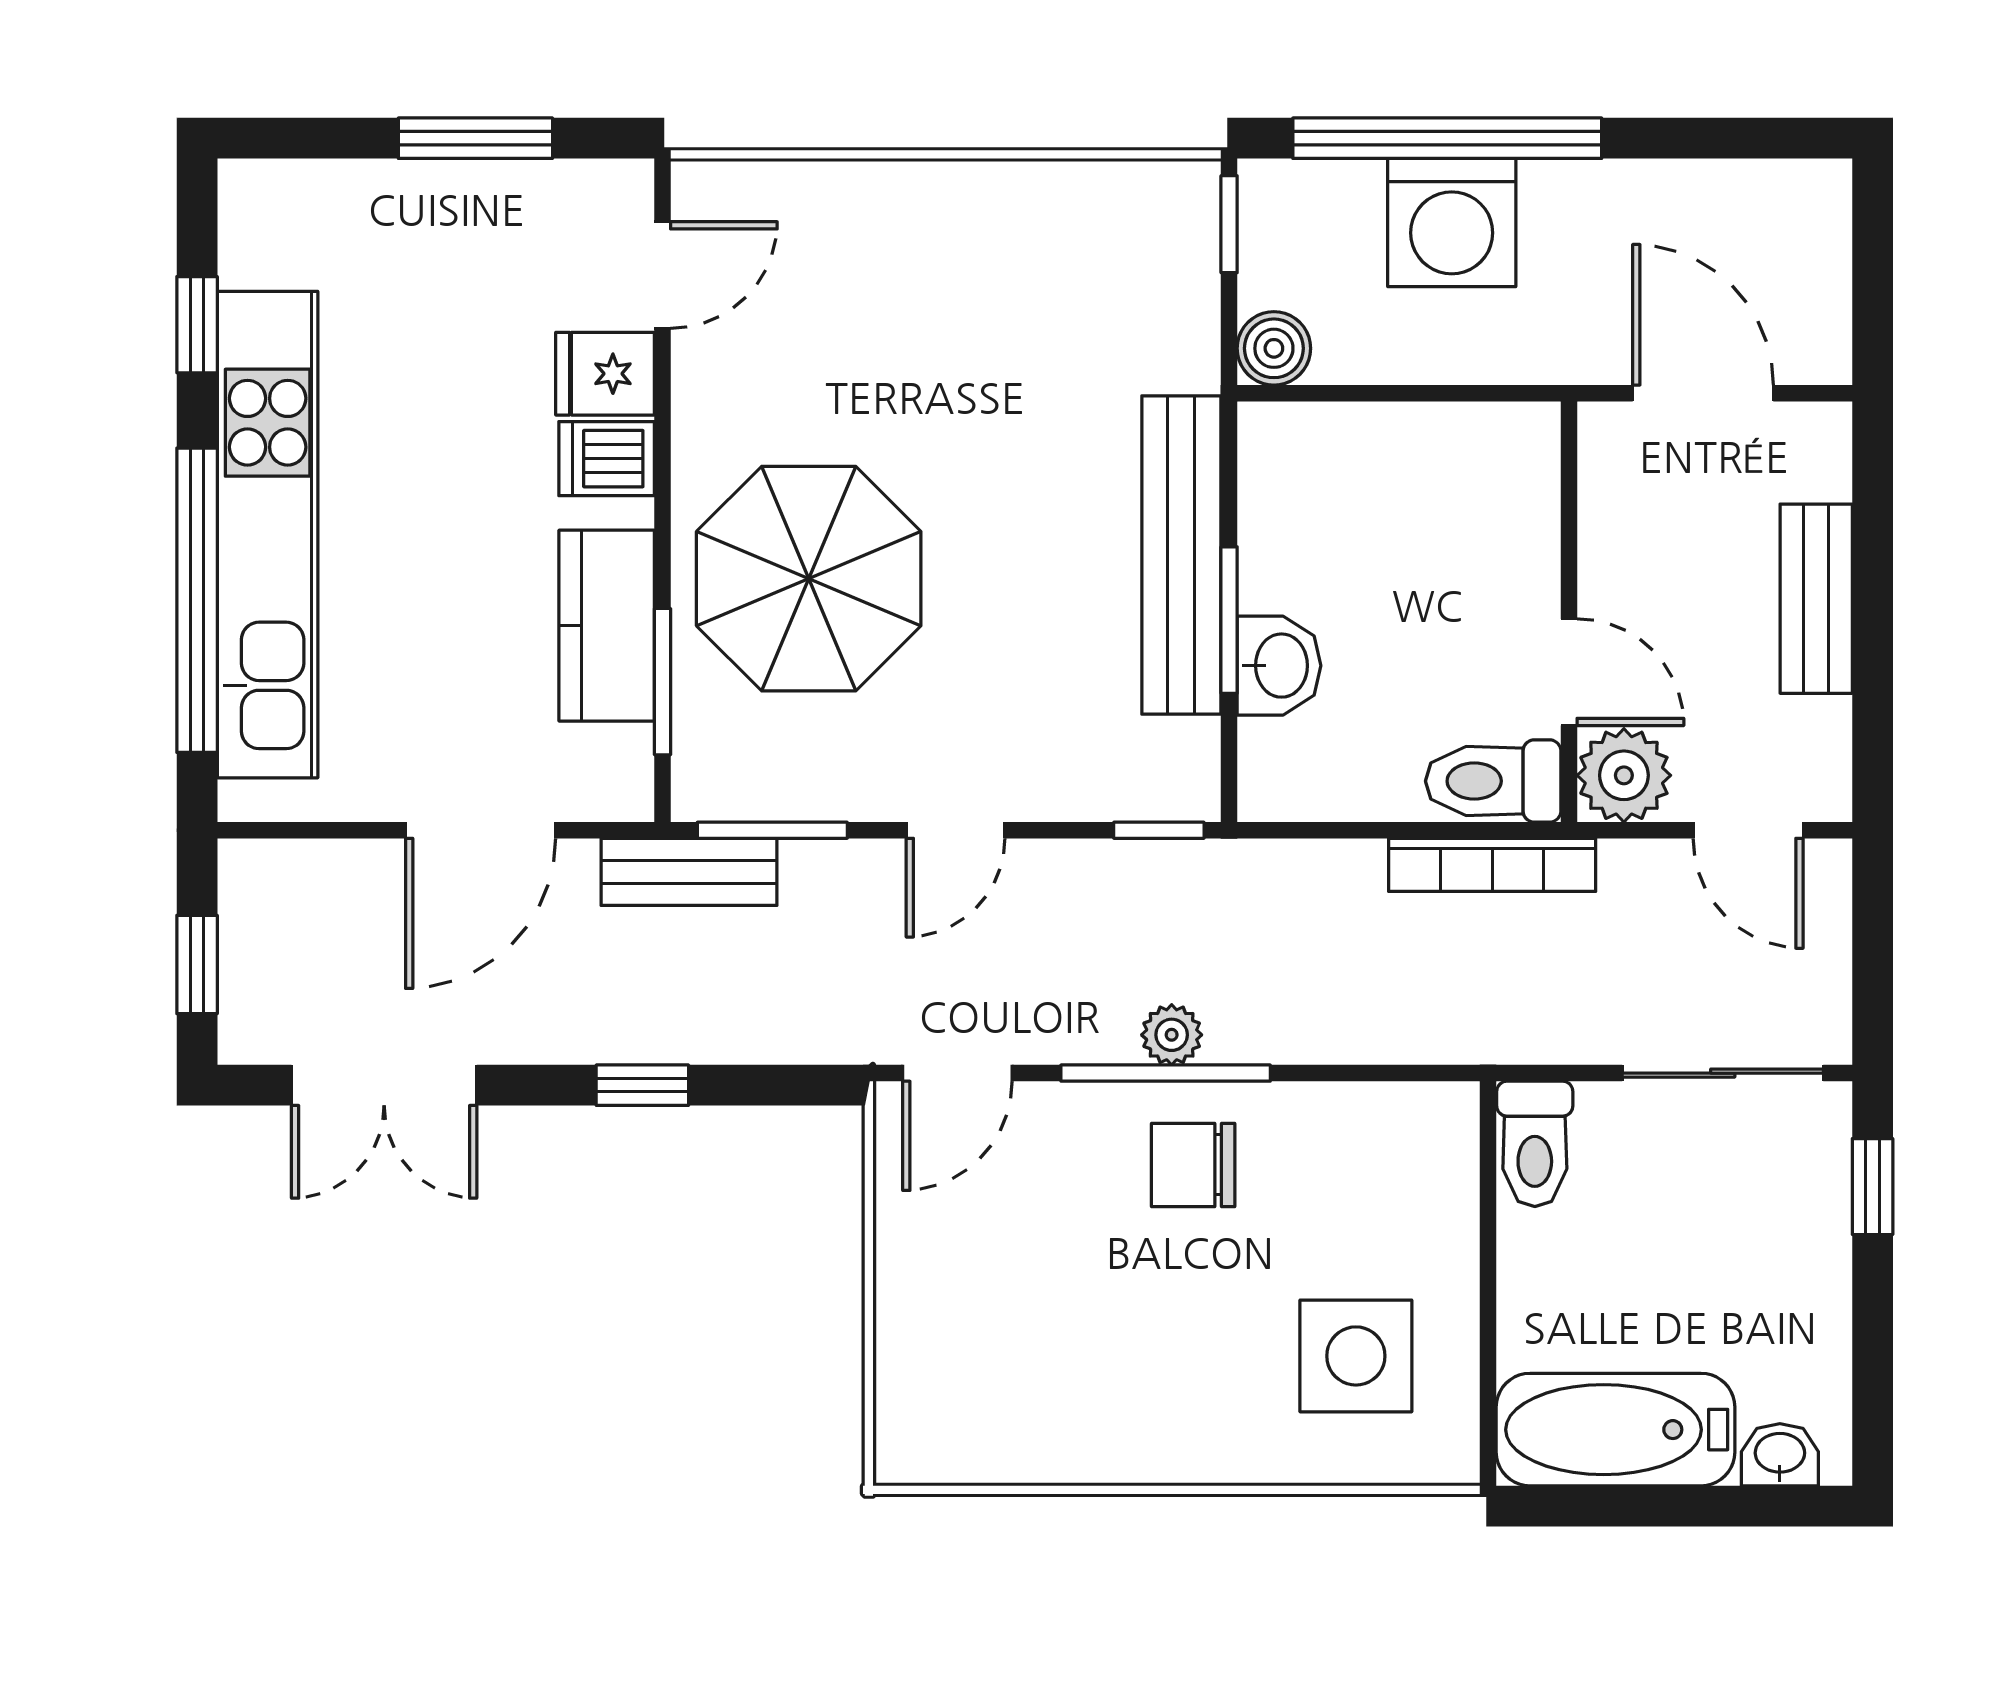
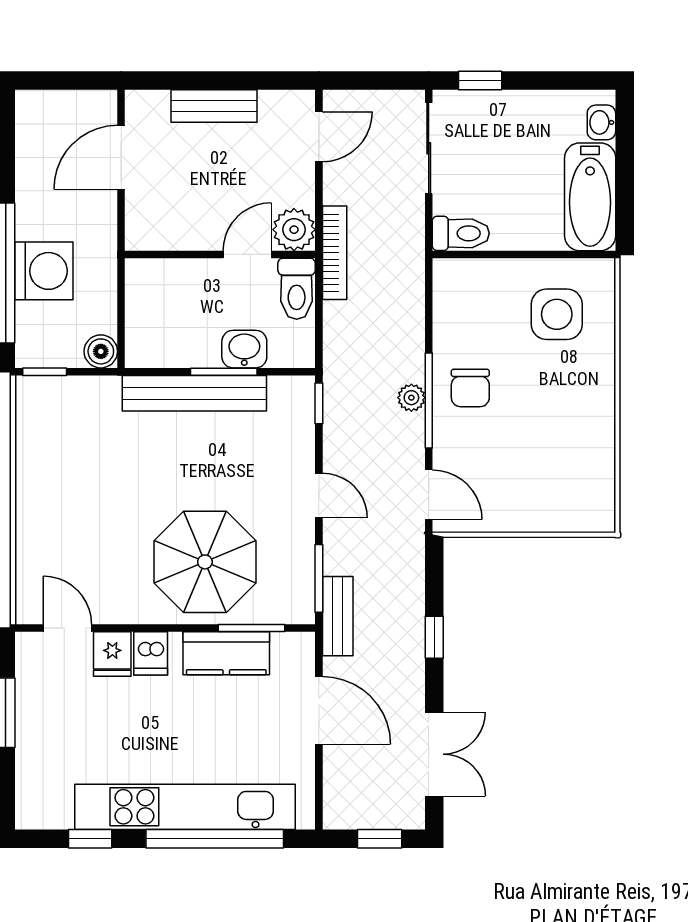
wall: (1569, 612) -> (220, 254), moved
door: (1569, 672) -> (247, 254), moved
plant: (1624, 775) -> (294, 230), moved
toilet: (1493, 781) -> (297, 289), moved

